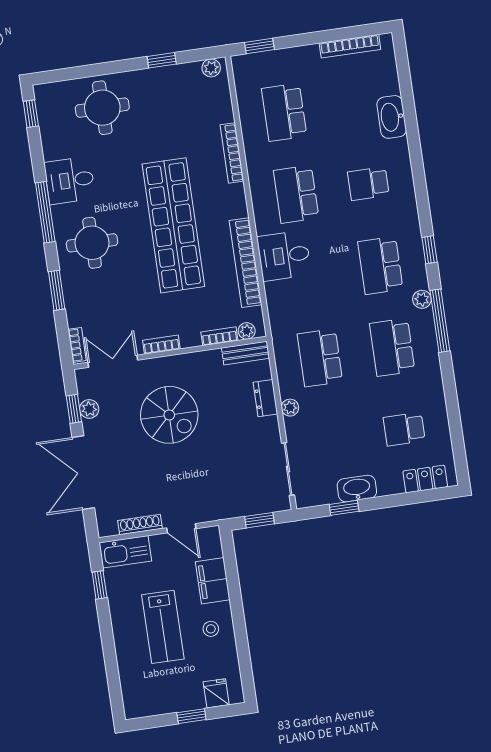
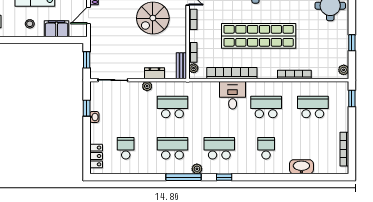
washbasin: (357, 489) -> (94, 117), width x0.52, depth x0.69

